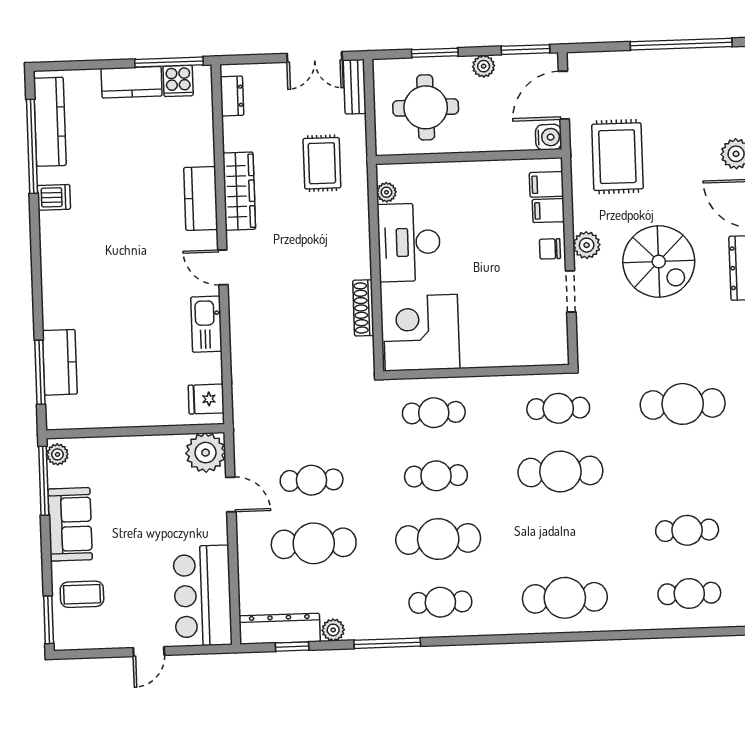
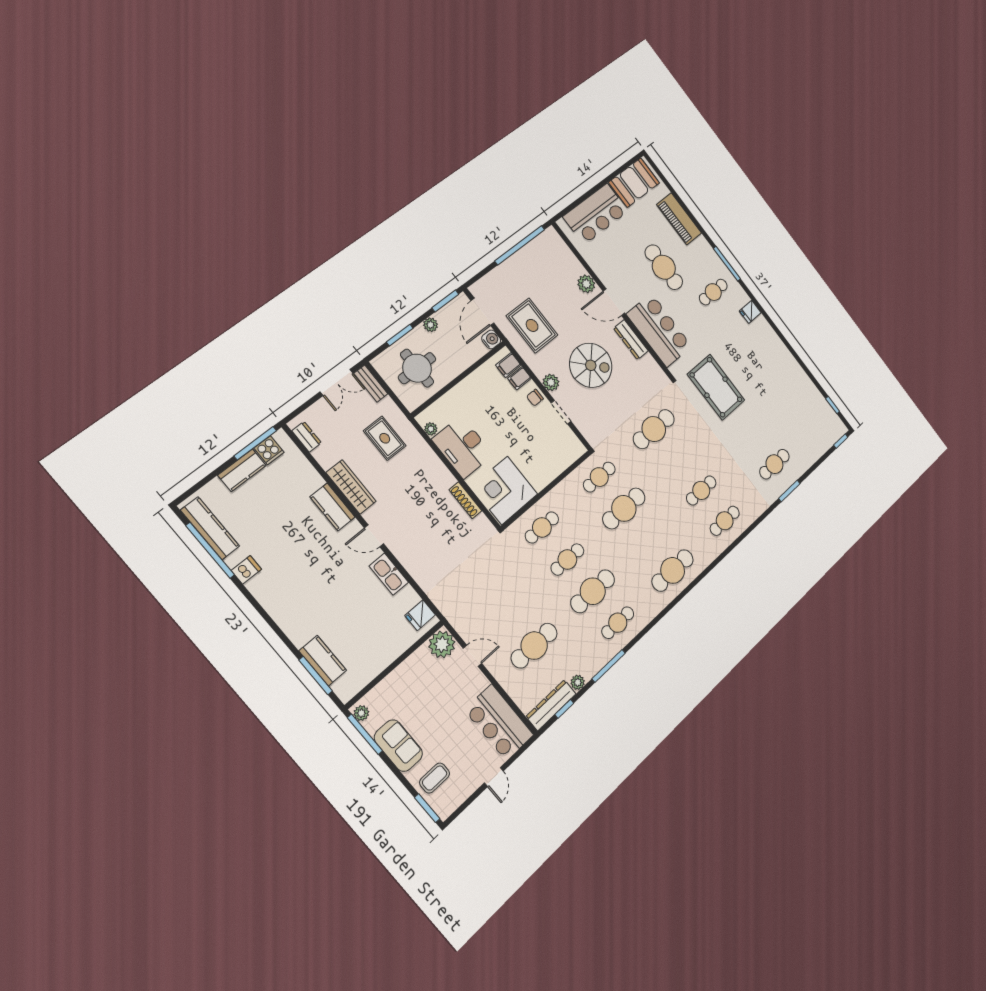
cafe table: (312, 480) -> (508, 613), removed

